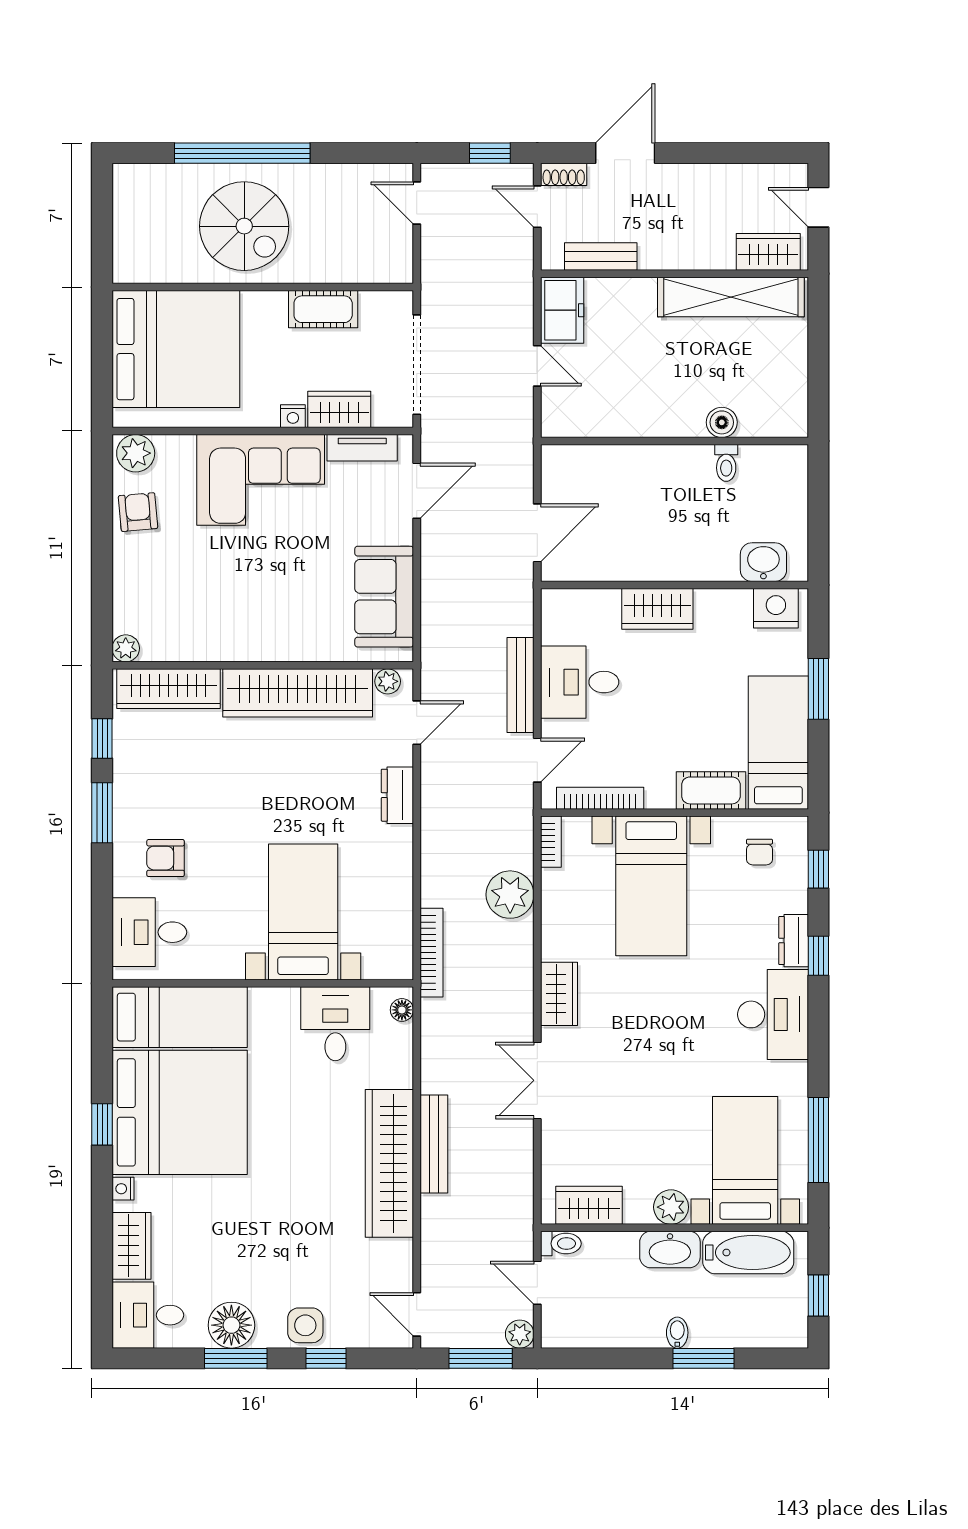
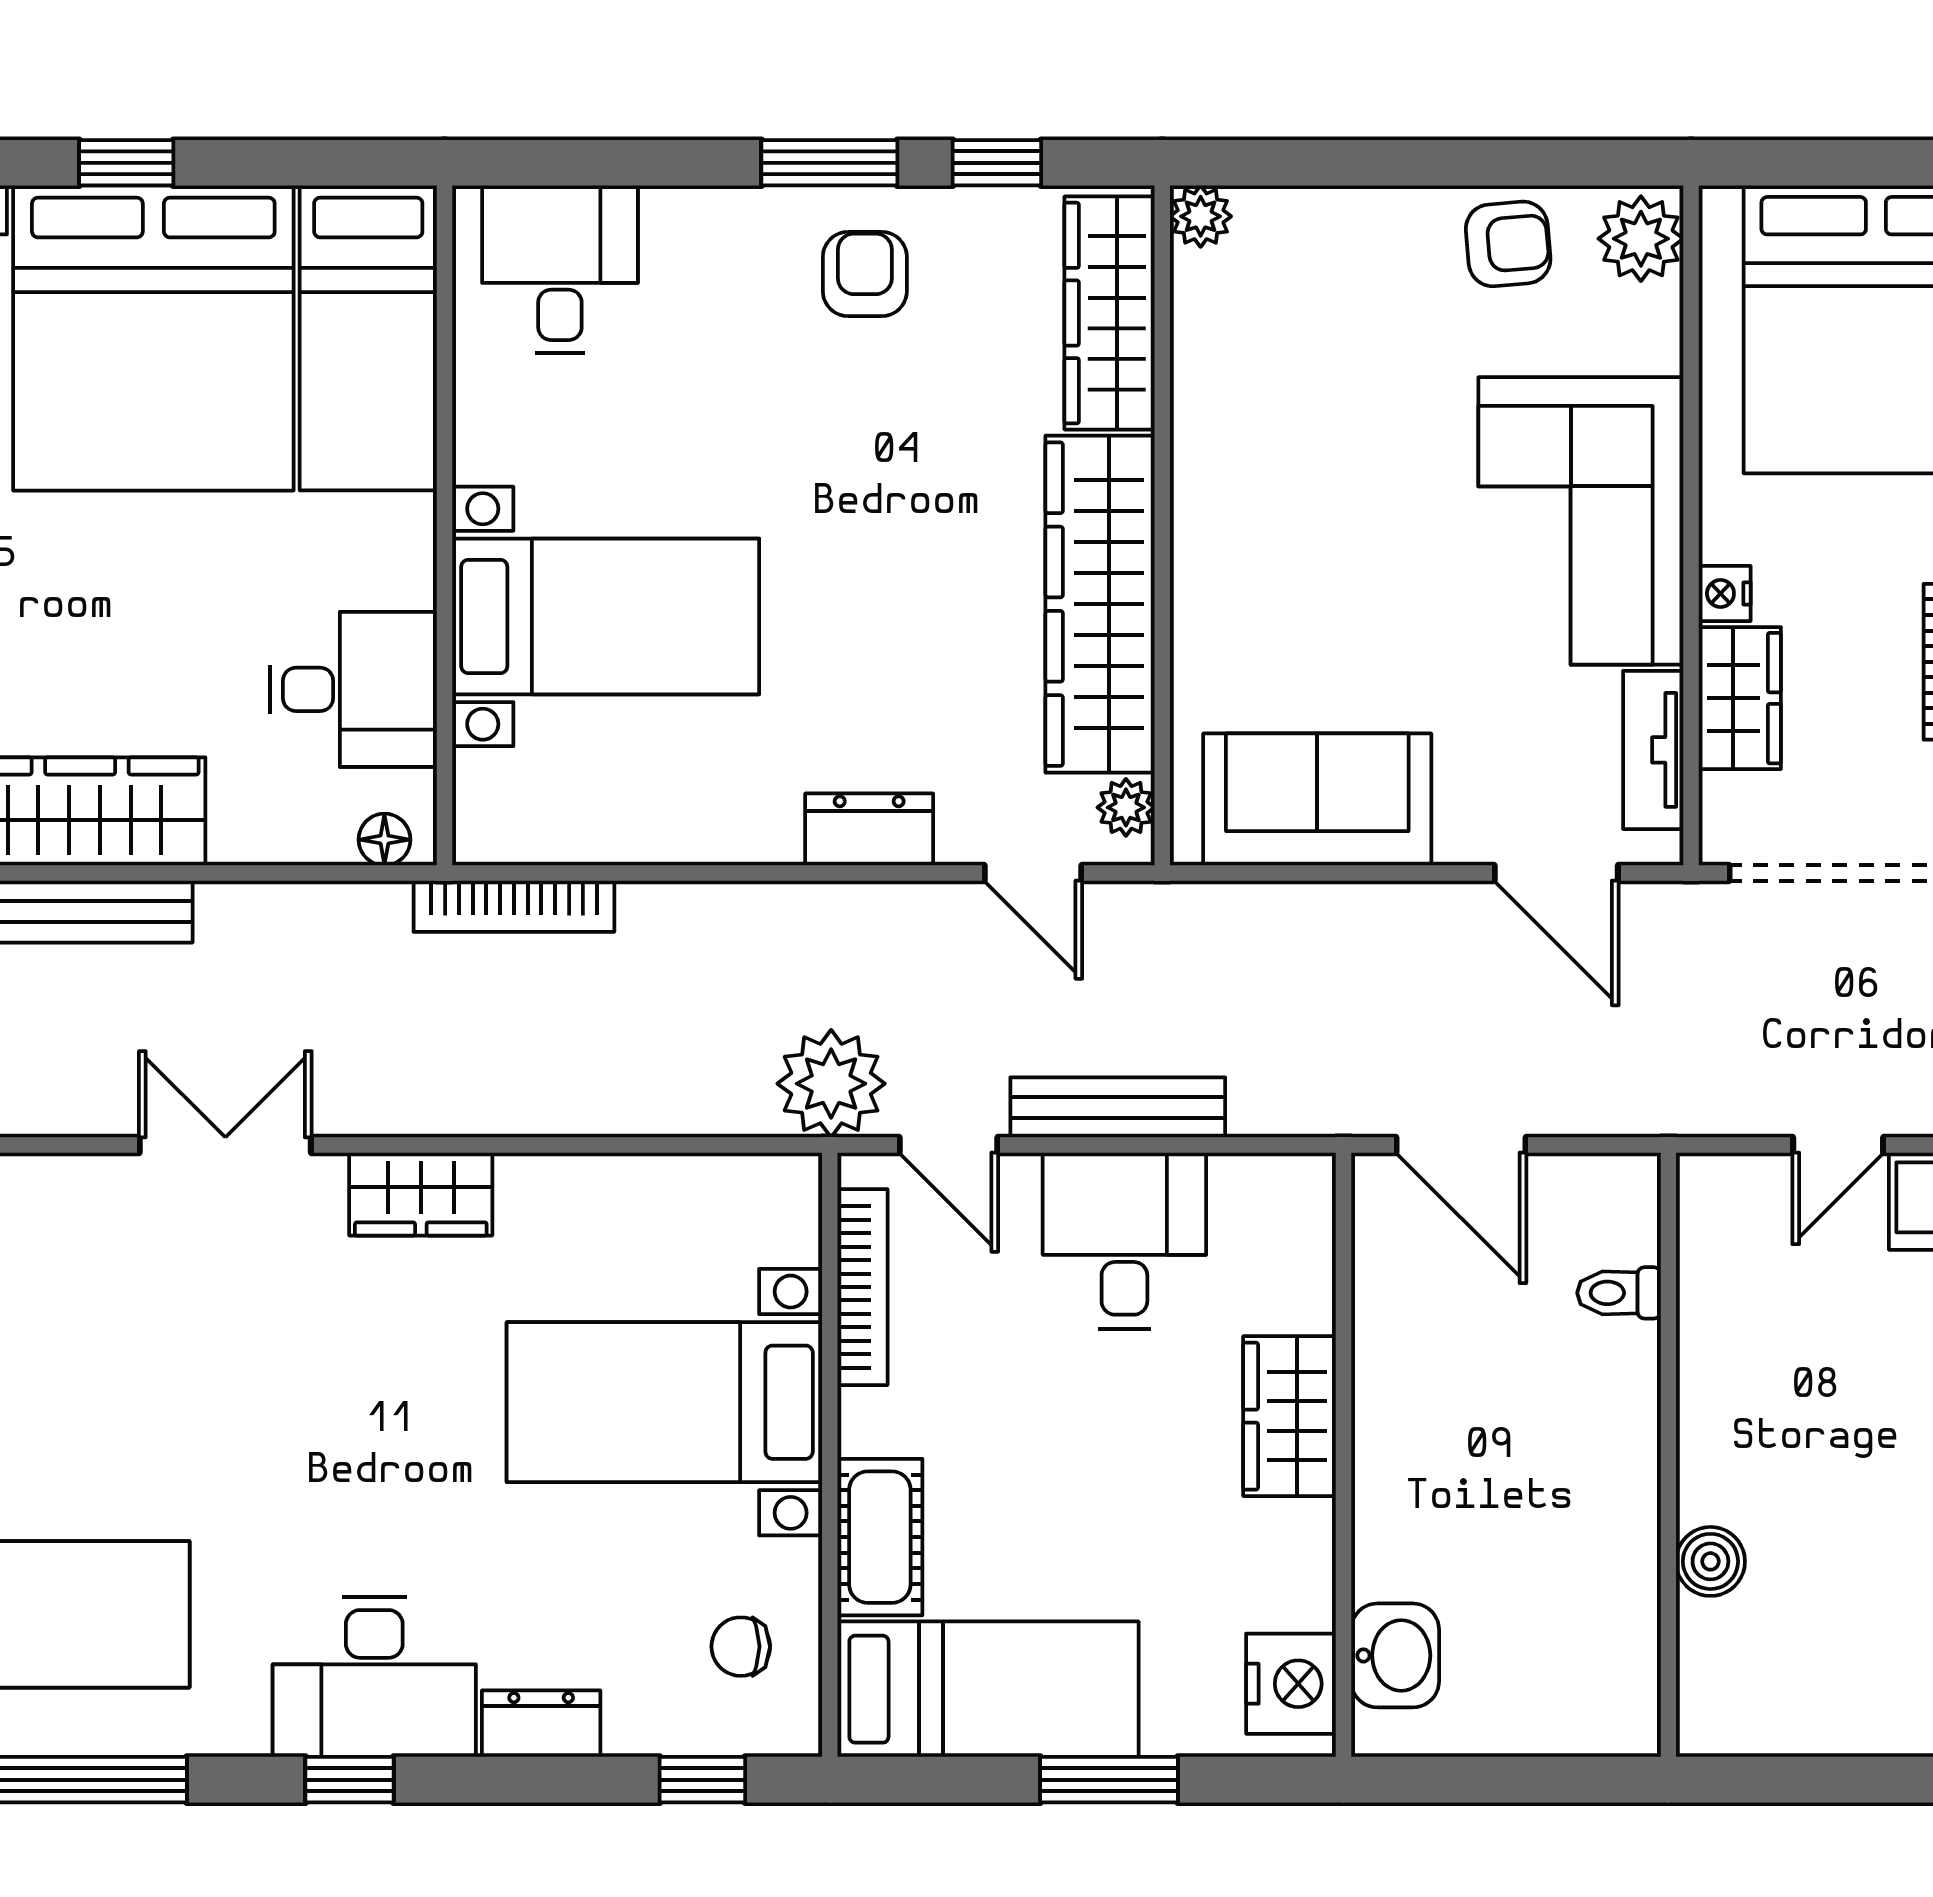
toilet: (726, 463) -> (1619, 1293), moved
bookcase: (551, 842) -> (764, 1176), removed
armchair: (166, 858) -> (865, 274), moved
plant: (510, 895) -> (831, 1084), moved
window: (818, 956) -> (349, 1780), moved

